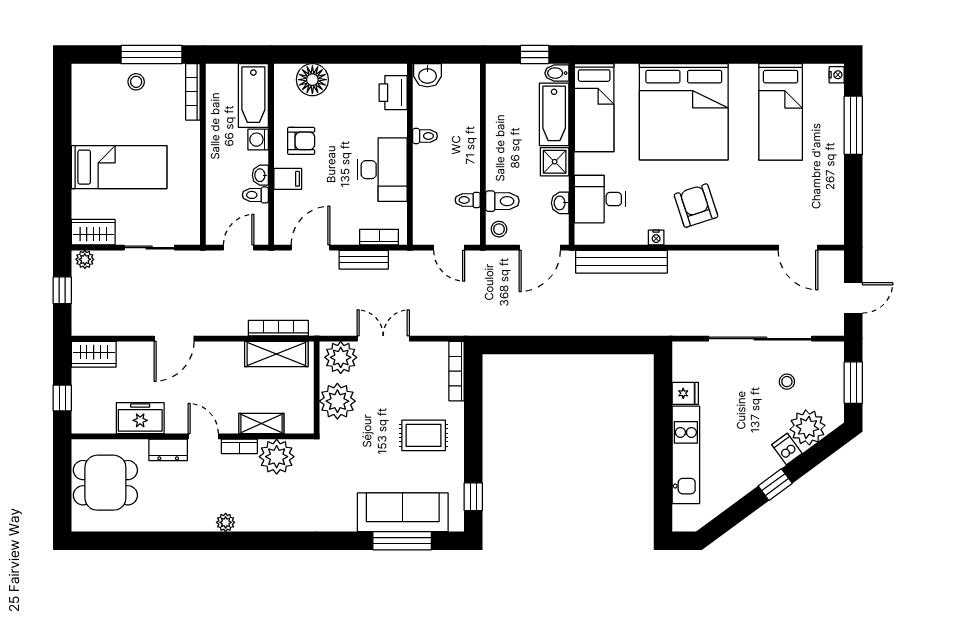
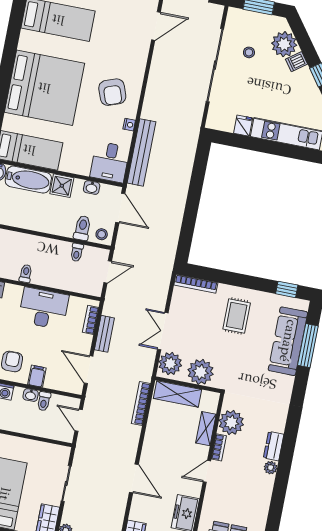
desk: (600, 199) -> (110, 162), moved
armchair: (696, 206) -> (112, 92), turned -92
shelving: (276, 354) -> (178, 394), moved, turned 90
dresser: (168, 450) -> (274, 446), moved, turned 180

